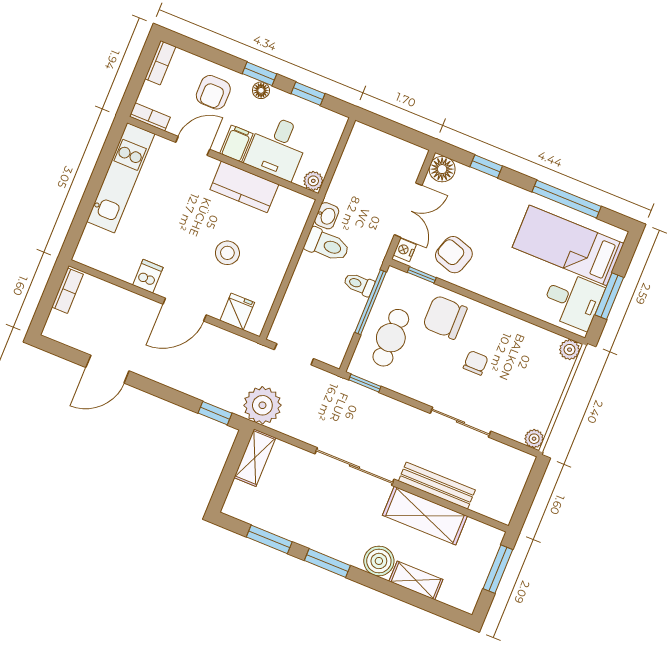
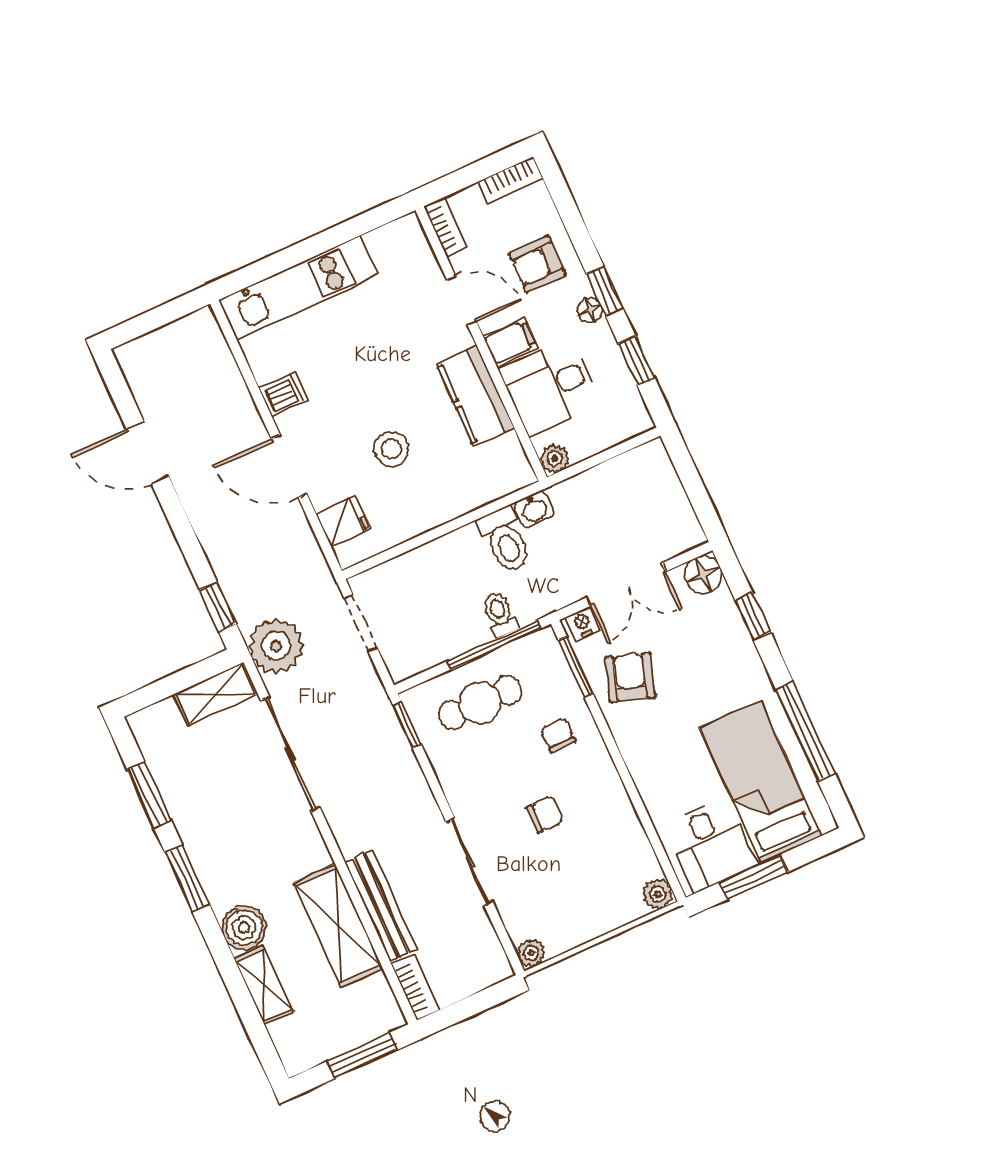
kitchen unit: (121, 178) -> (299, 288), moved
window: (422, 275) -> (576, 667), width x1.50
bookcase: (68, 291) -> (415, 987), moved, turned -90
chair: (445, 317) -> (558, 735), width x0.54, depth x0.54
sliding door: (355, 467) -> (290, 754), moved

